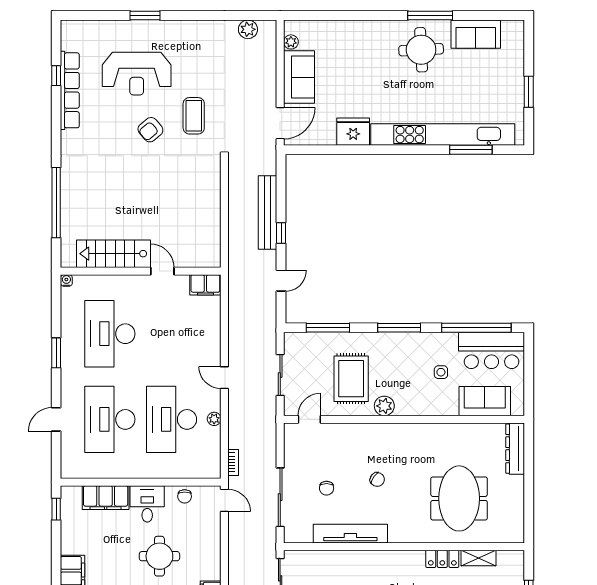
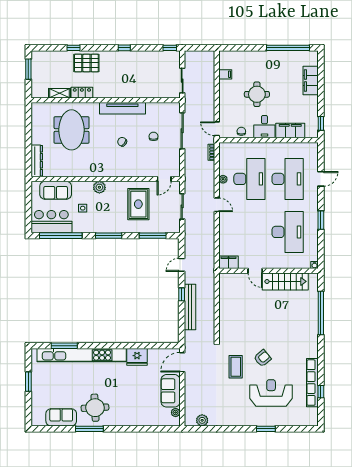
plant: (384, 406) -> (99, 187), moved
tv unit: (350, 534) -> (122, 108), moved

